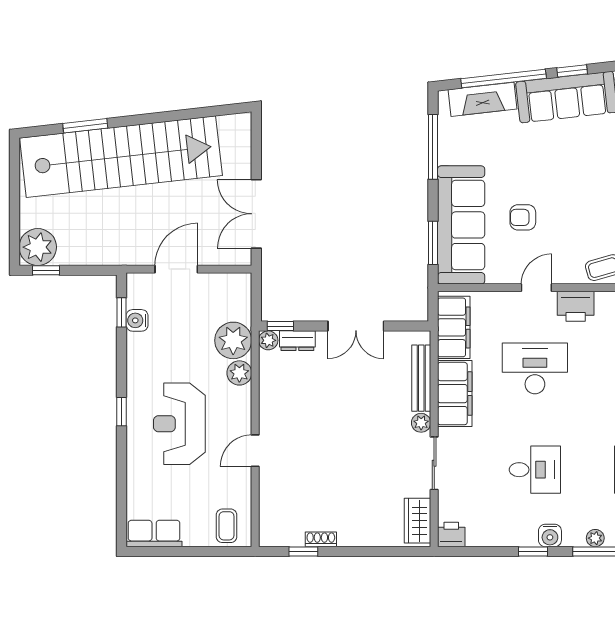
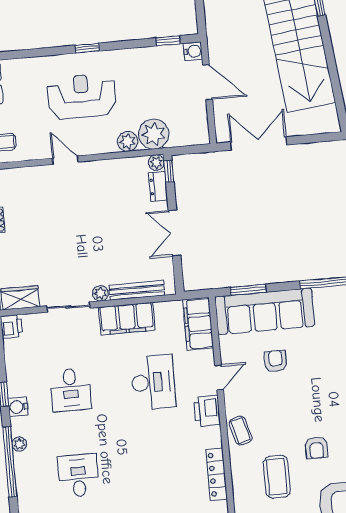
door: (536, 288) -> (219, 377), hinge flipped
water cooler: (137, 320) -> (193, 51), moved, turned 90
filing cabinet: (454, 327) -> (198, 324), moved, turned 90

